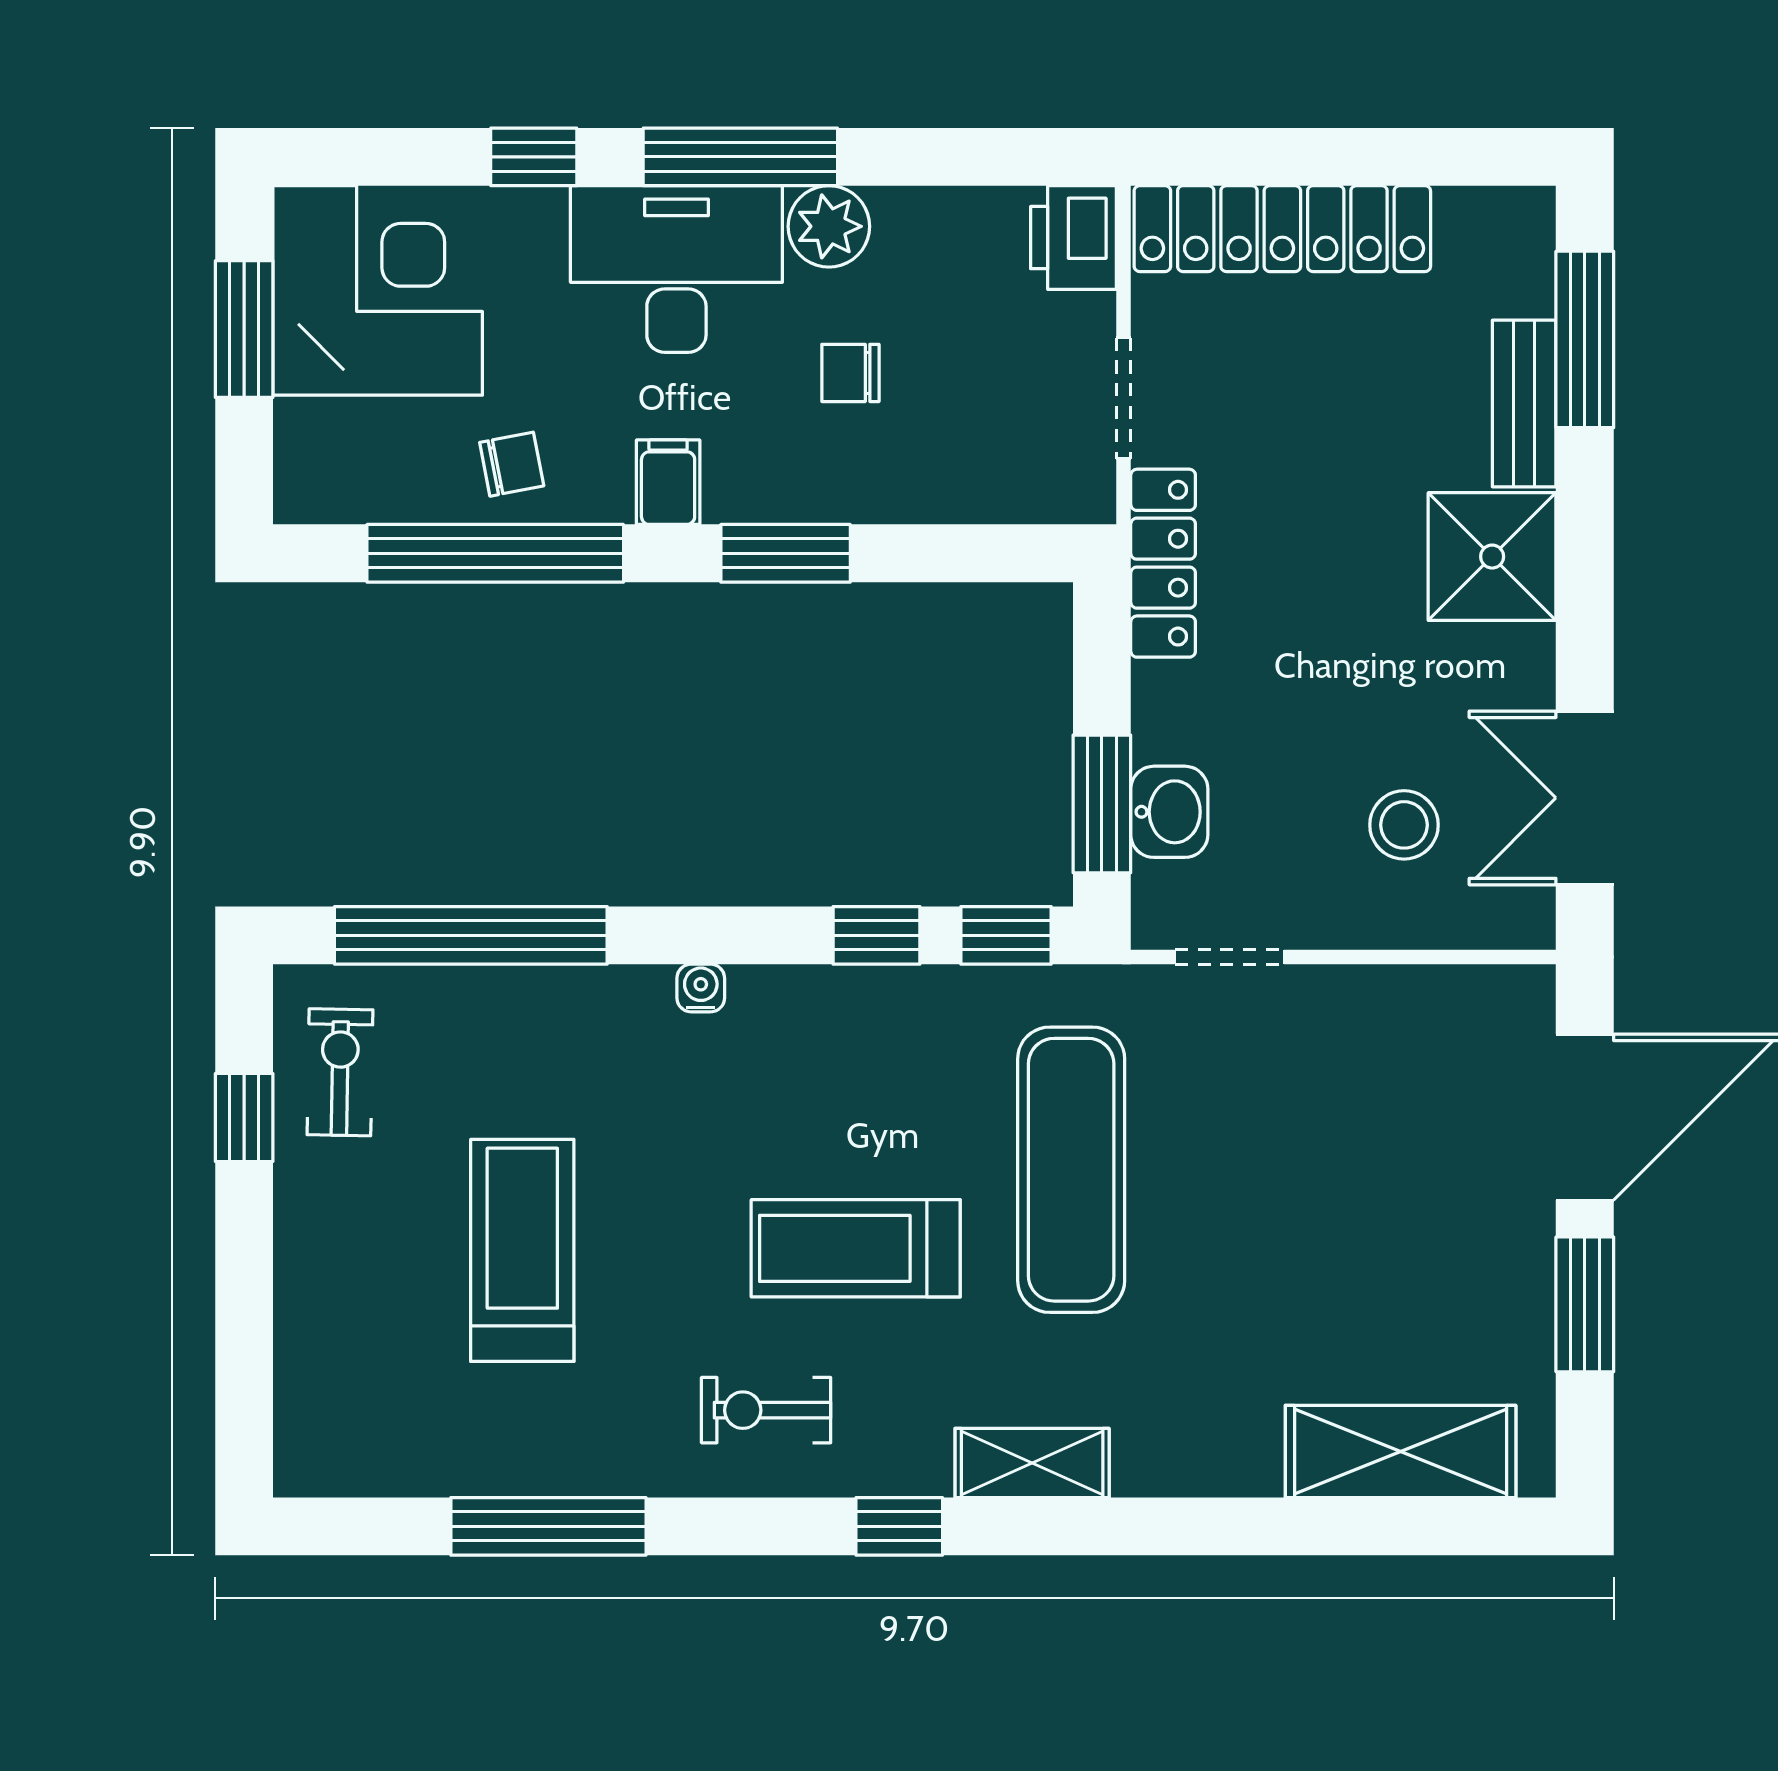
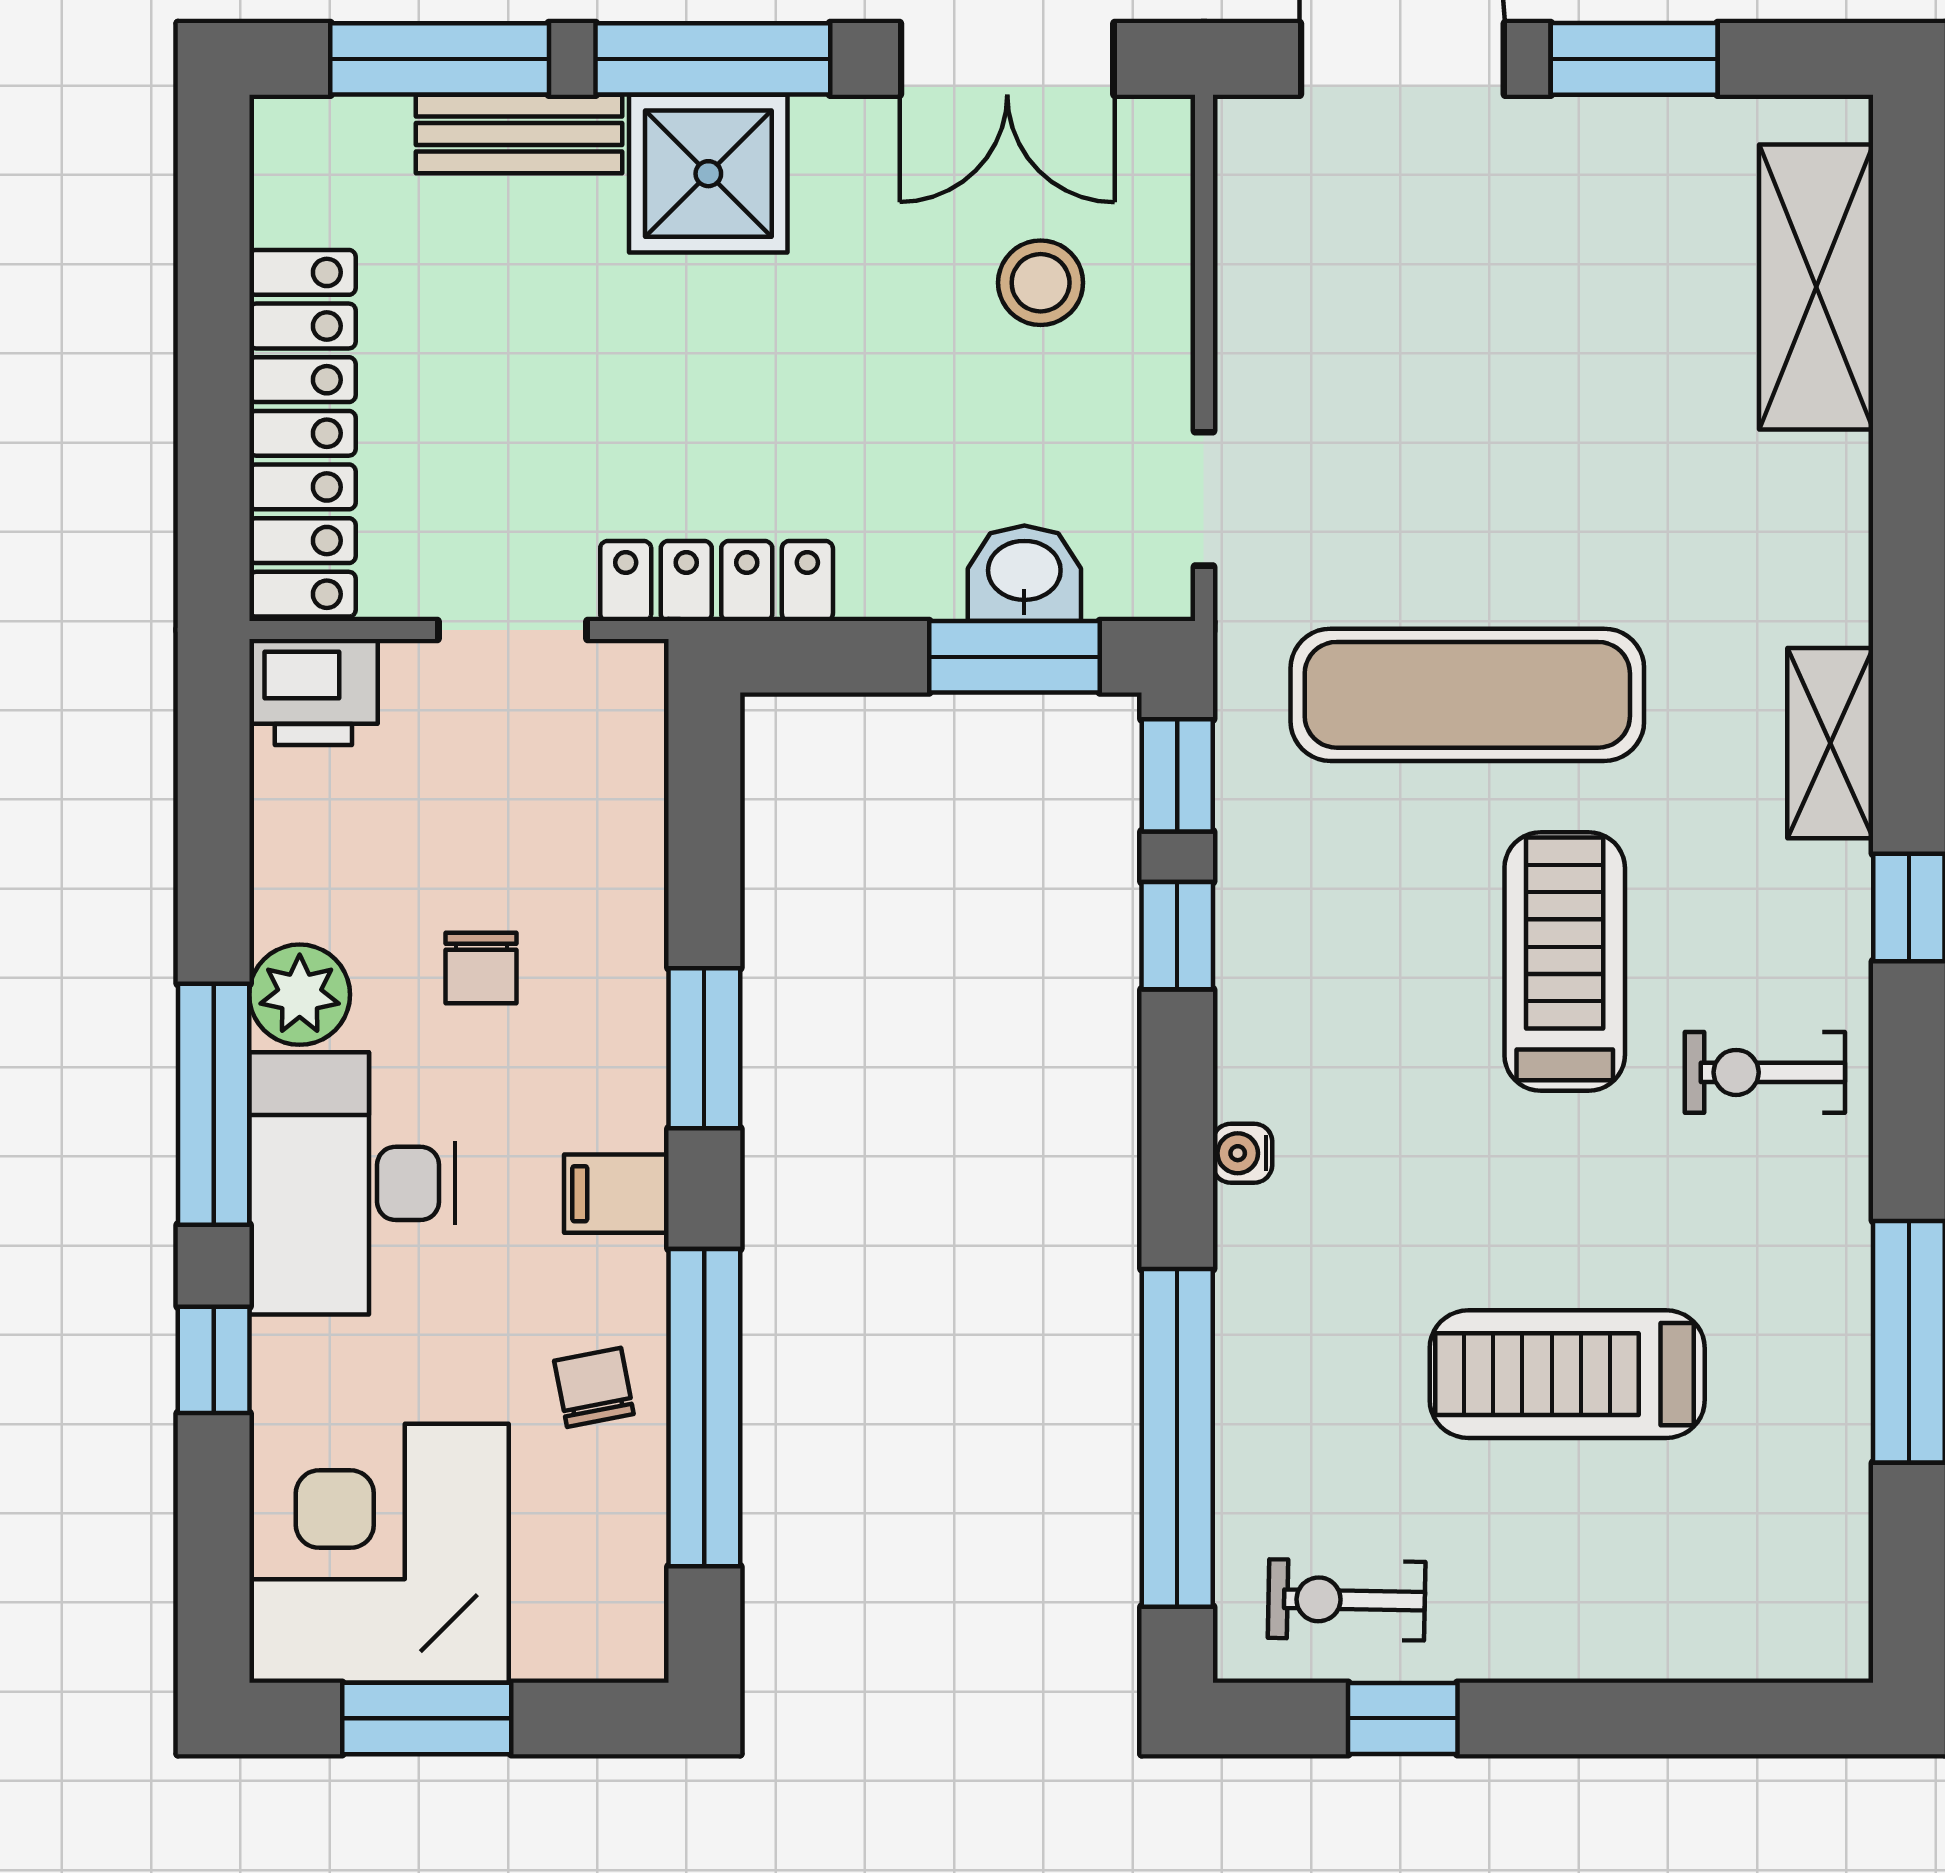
window: (1585, 560) -> (713, 59), added
treadmill: (856, 1248) -> (1565, 961), turned 180
exercise bike: (766, 1410) -> (1765, 1072), turned 90

